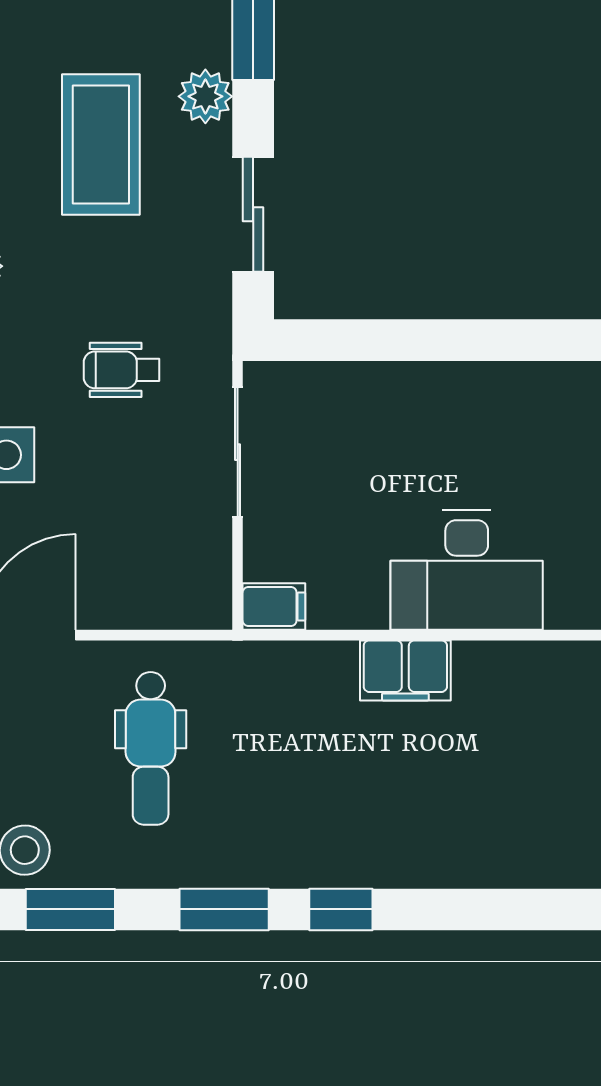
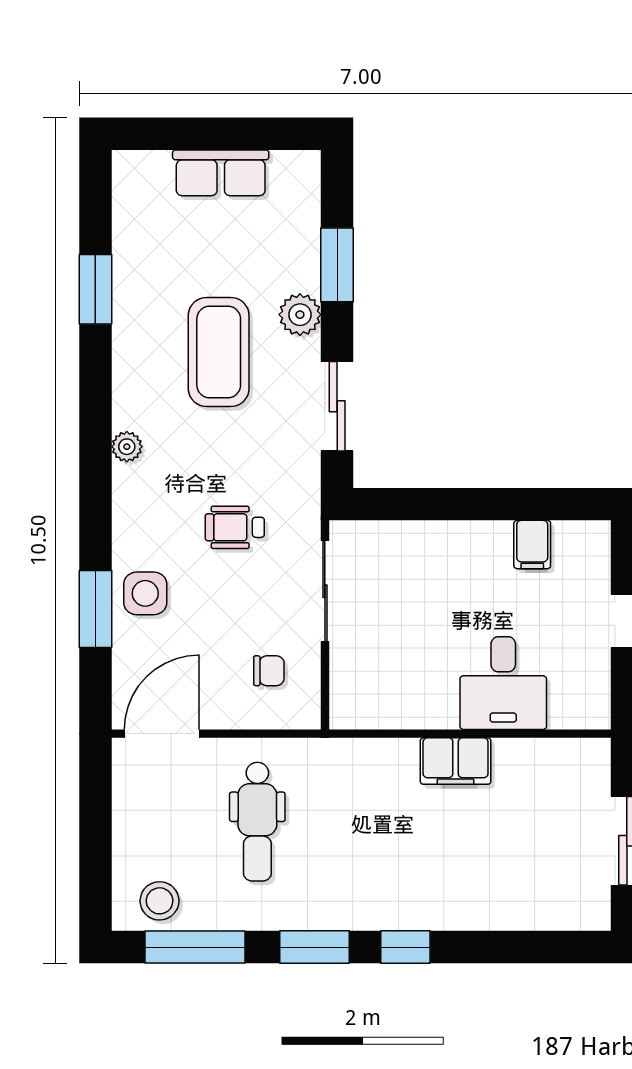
chair: (165, 554) -> (269, 671), added
desk: (467, 570) -> (503, 683), width x0.73
filing cabinet: (274, 606) -> (532, 545), moved, turned 90
window: (70, 909) -> (195, 947), width x1.44

